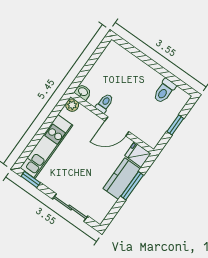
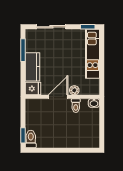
toilet: (164, 91) -> (31, 139), moved
plant: (72, 105) -> (74, 90), moved
window: (175, 125) -> (23, 135), moved
window: (132, 186) -> (23, 50), moved

